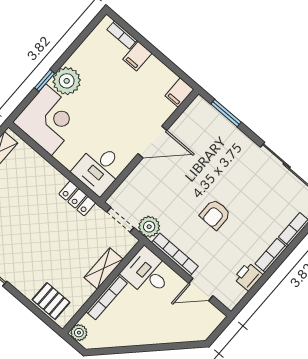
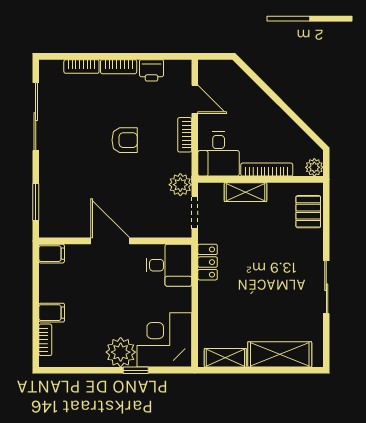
bookcase: (175, 254) -> (185, 135), width x0.64

